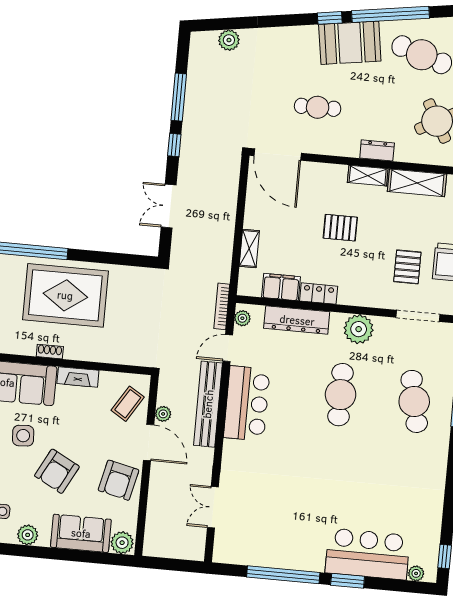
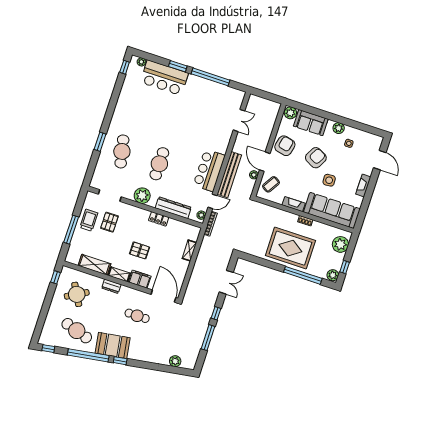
filing cabinet: (281, 287) -> (140, 279), moved, turned 180

